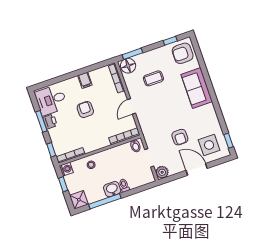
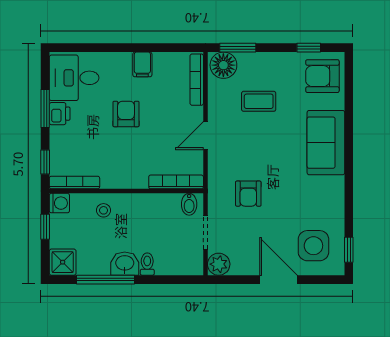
armchair: (180, 137) -> (248, 194), moved

